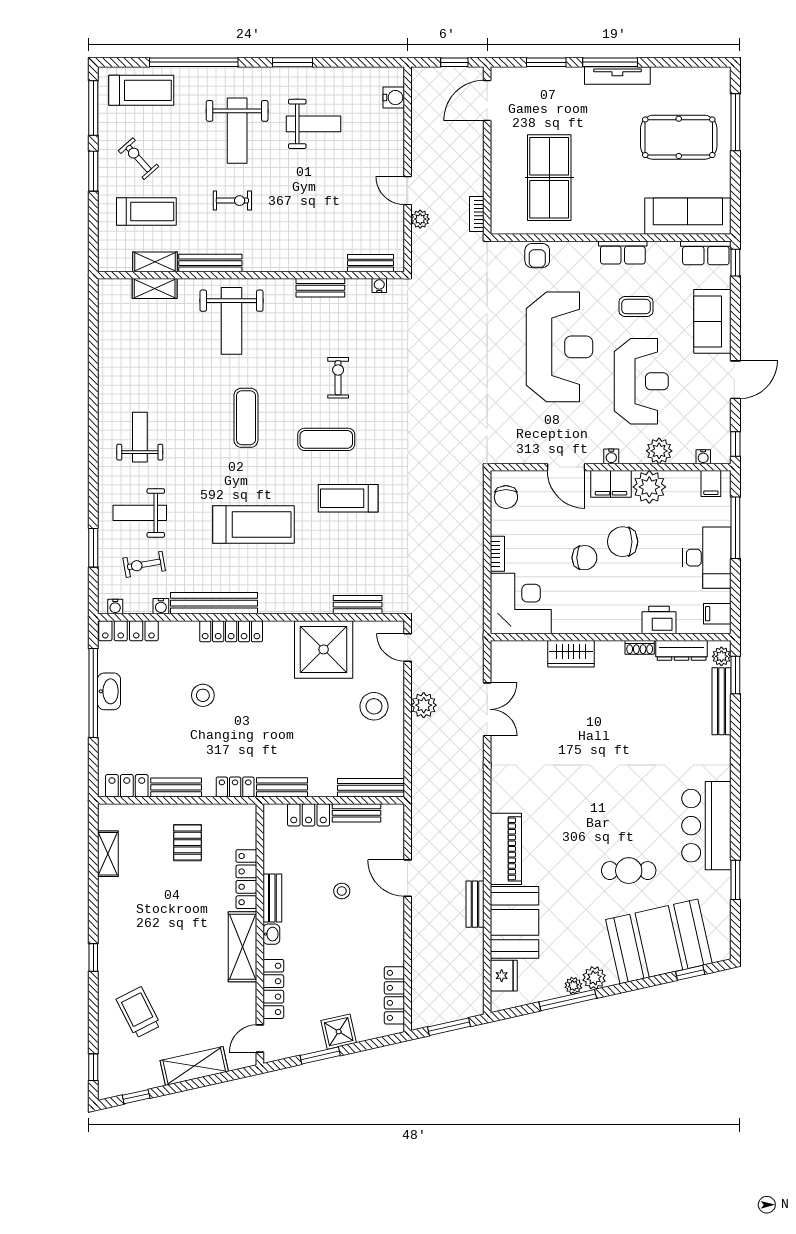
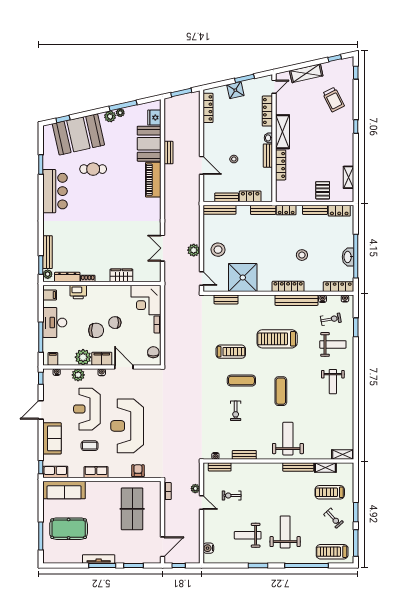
exercise bike: (232, 201) -> (232, 495), moved
shelving: (155, 288) -> (343, 455), moved
pallet: (187, 843) -> (323, 190), moved

